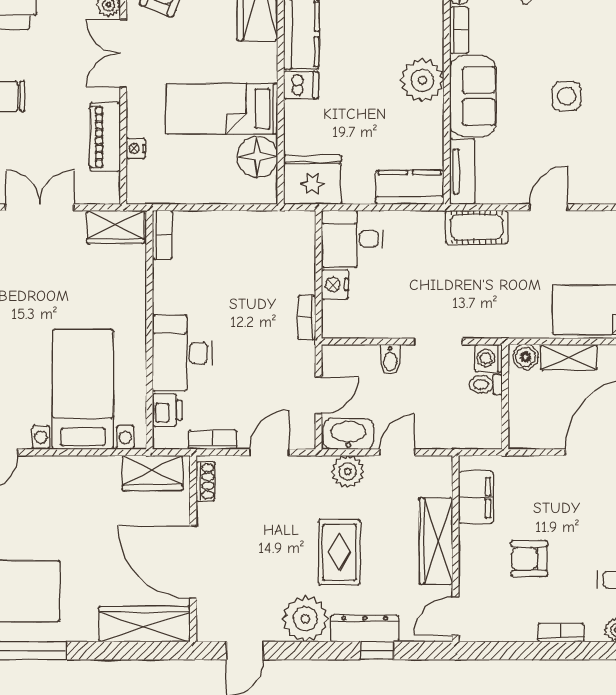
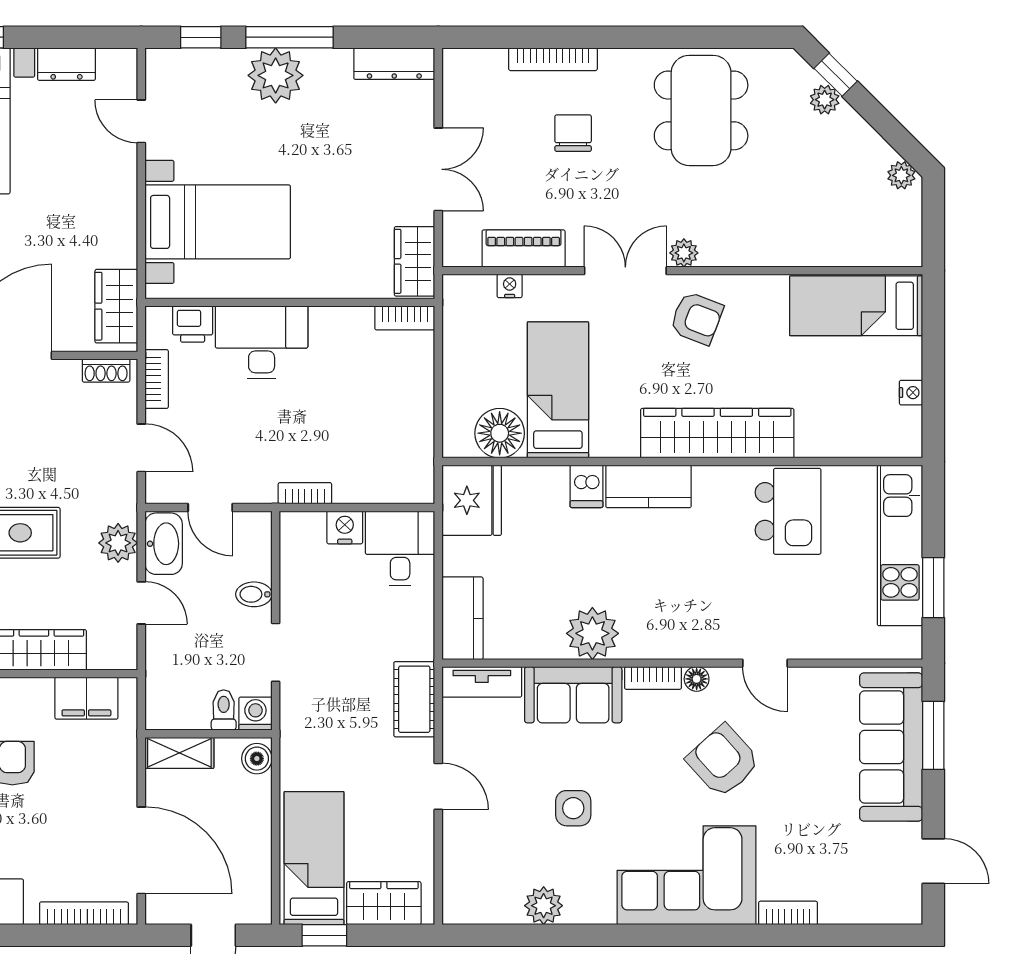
shelving: (569, 357) -> (179, 753), moved, turned 90

